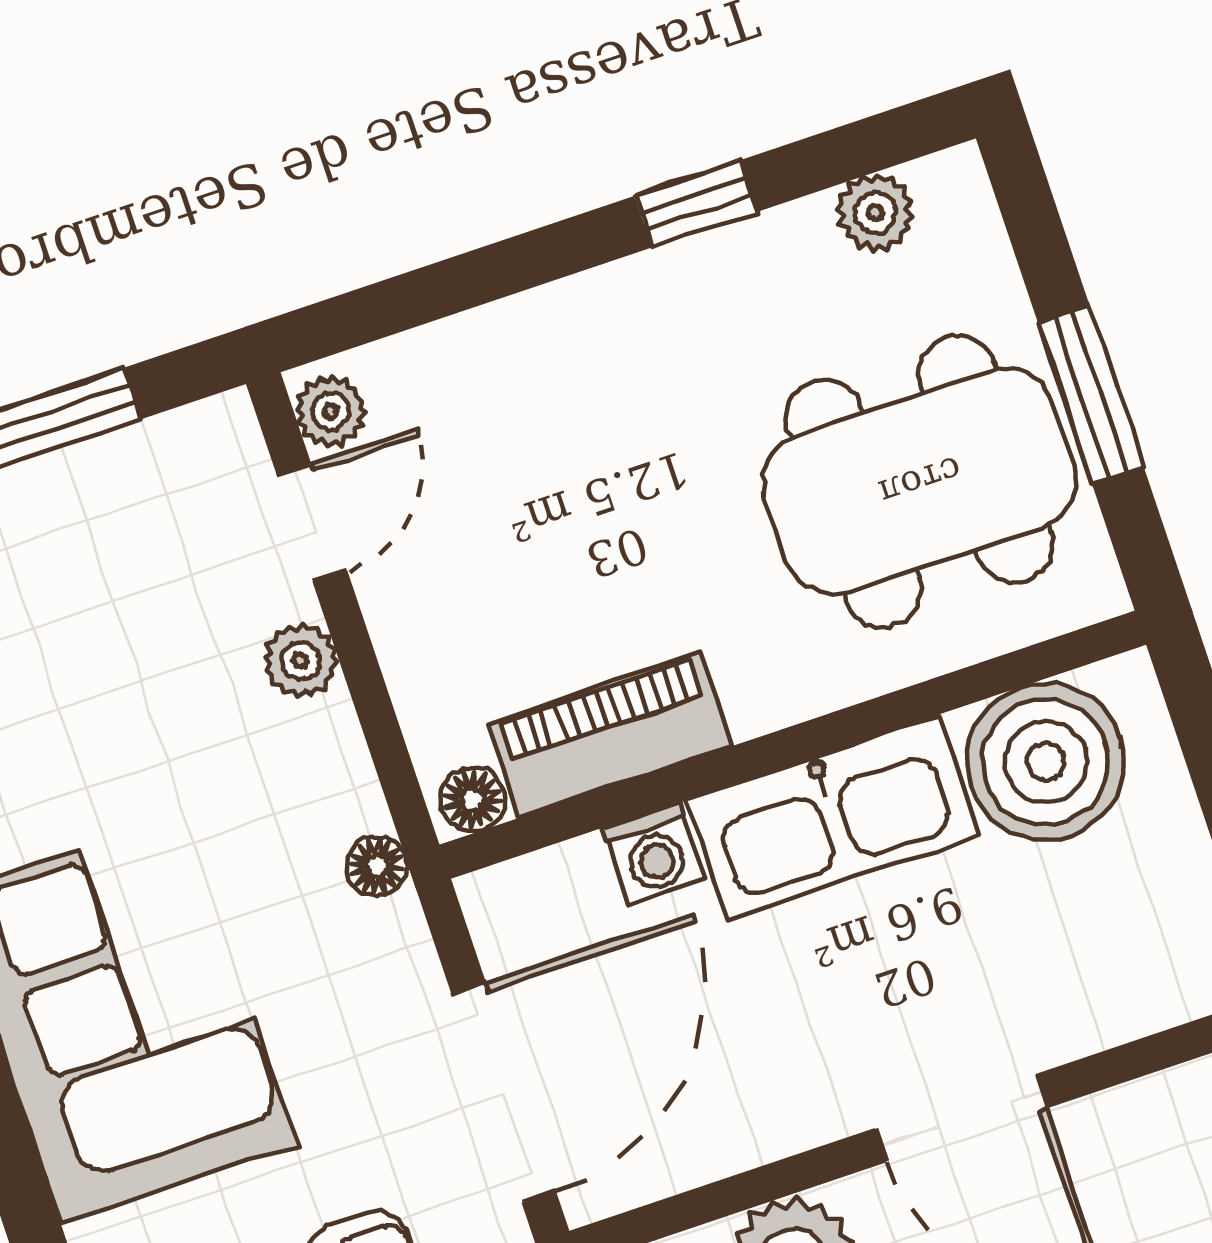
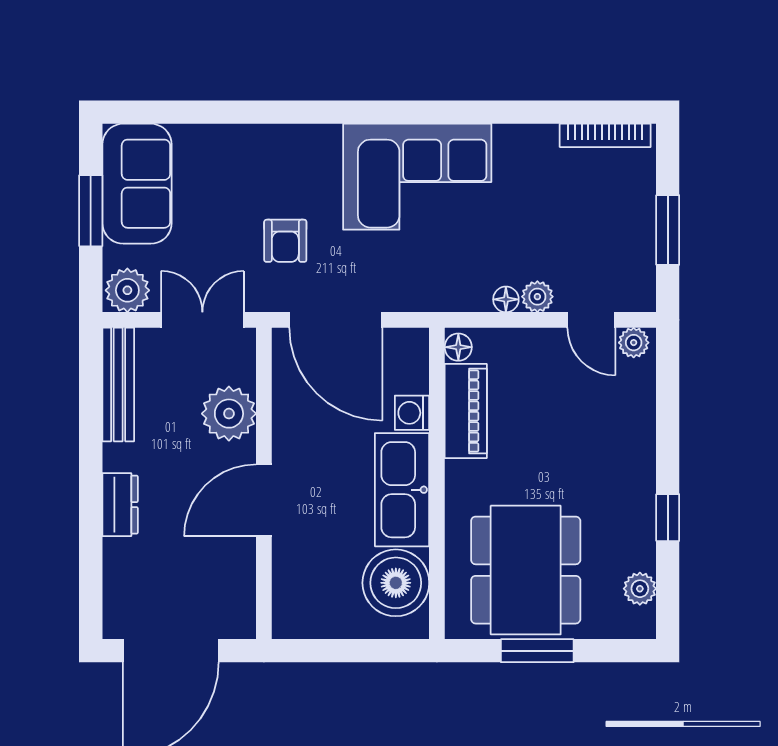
floor lamp: (377, 866) -> (506, 299), moved

